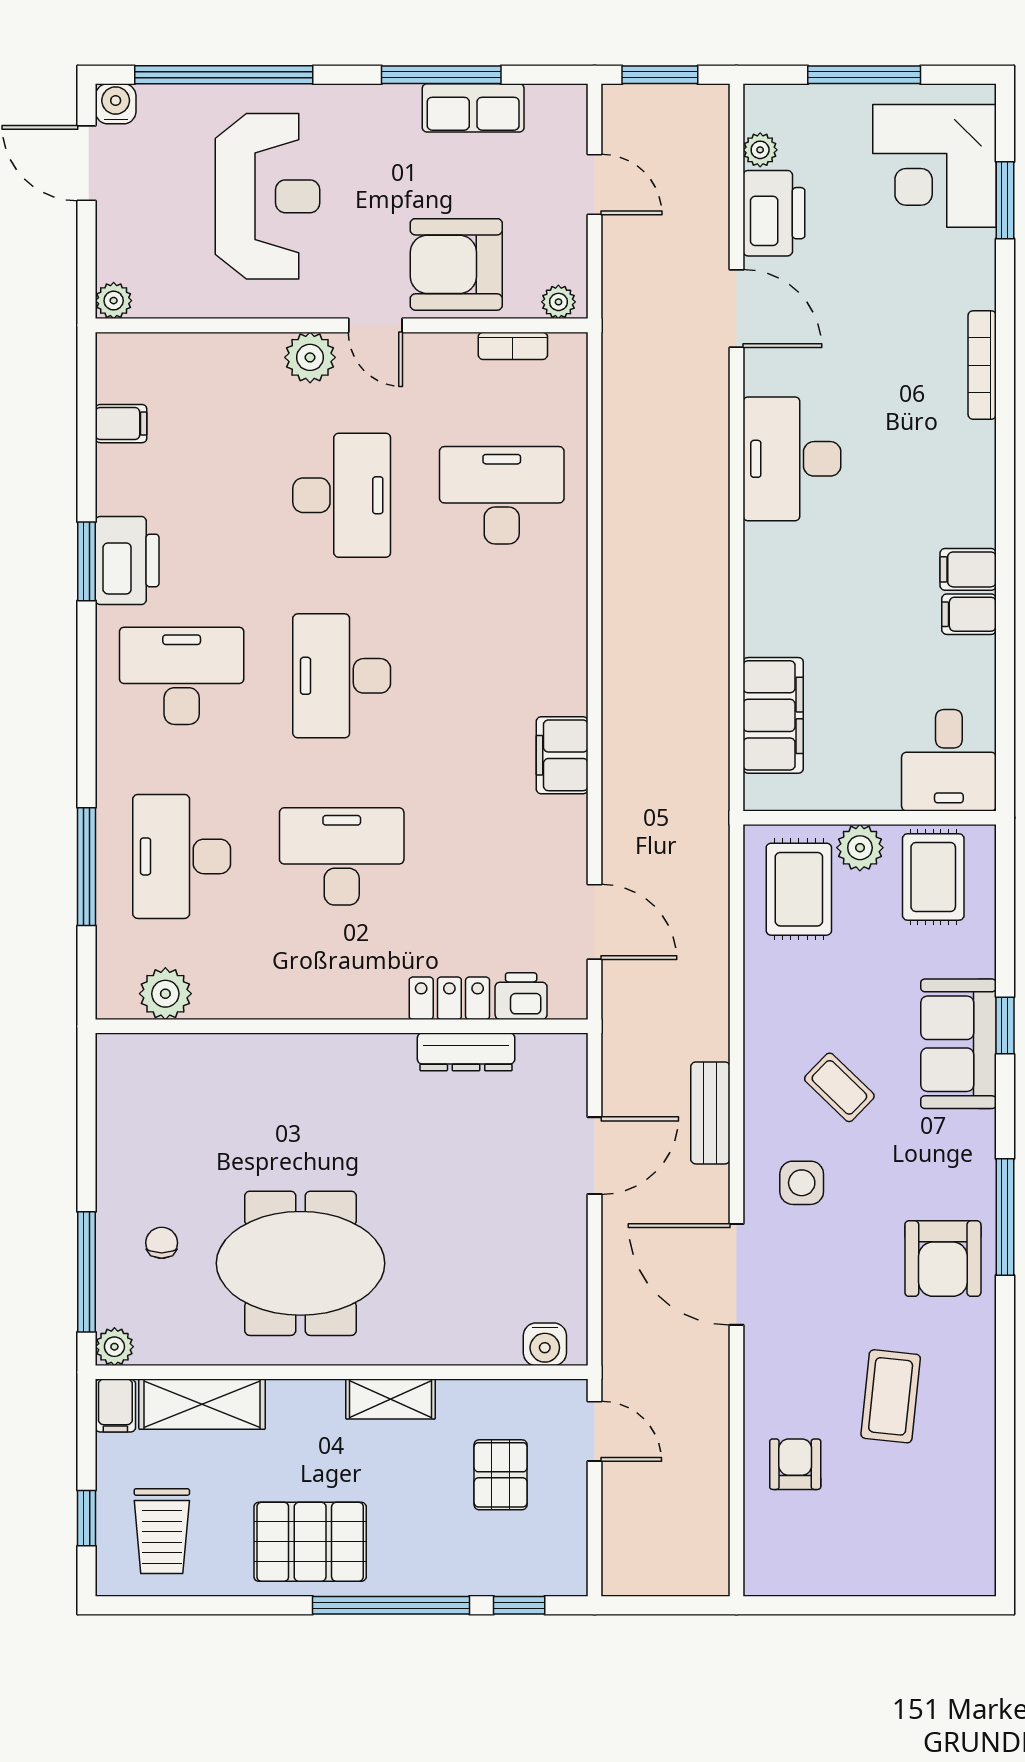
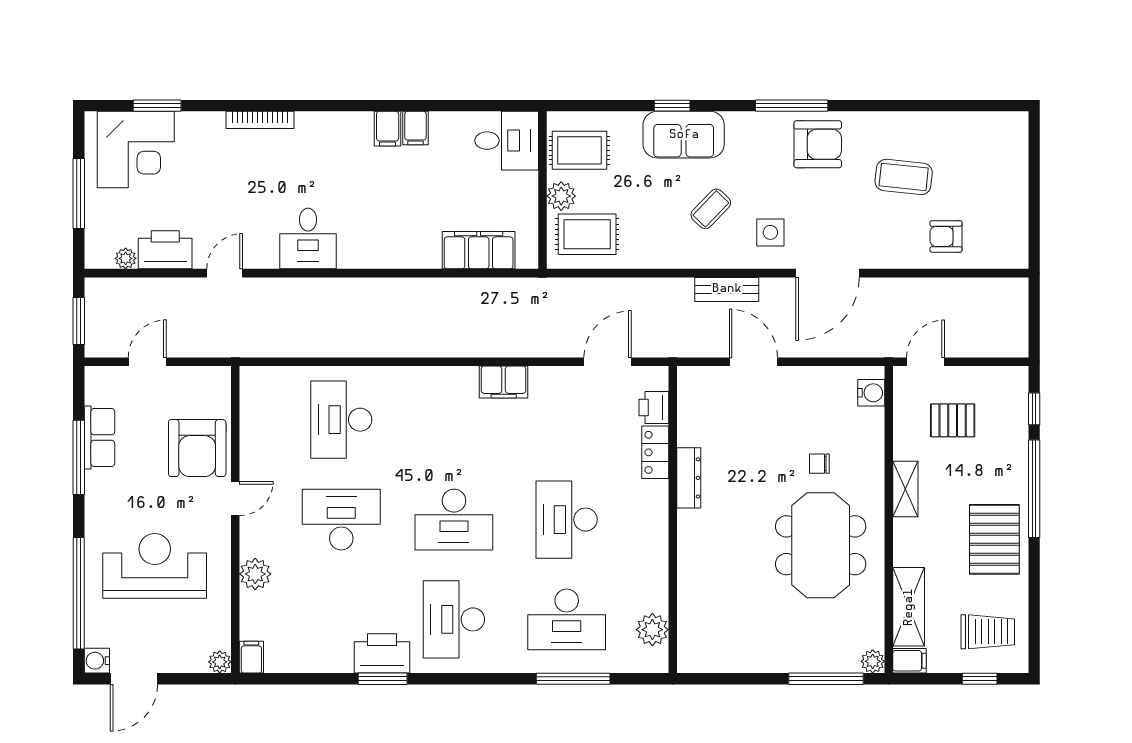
plant: (558, 302) -> (221, 384), removed
door: (737, 309) -> (225, 273), width x0.73
bookcase: (513, 346) -> (248, 413), removed
plant: (310, 357) -> (255, 574), moved
filing cabinet: (121, 424) -> (251, 657), moved
desk: (792, 459) -> (308, 239), width x0.73
dresser: (466, 1052) -> (689, 478), moved
chair: (162, 1243) -> (819, 464), moved

